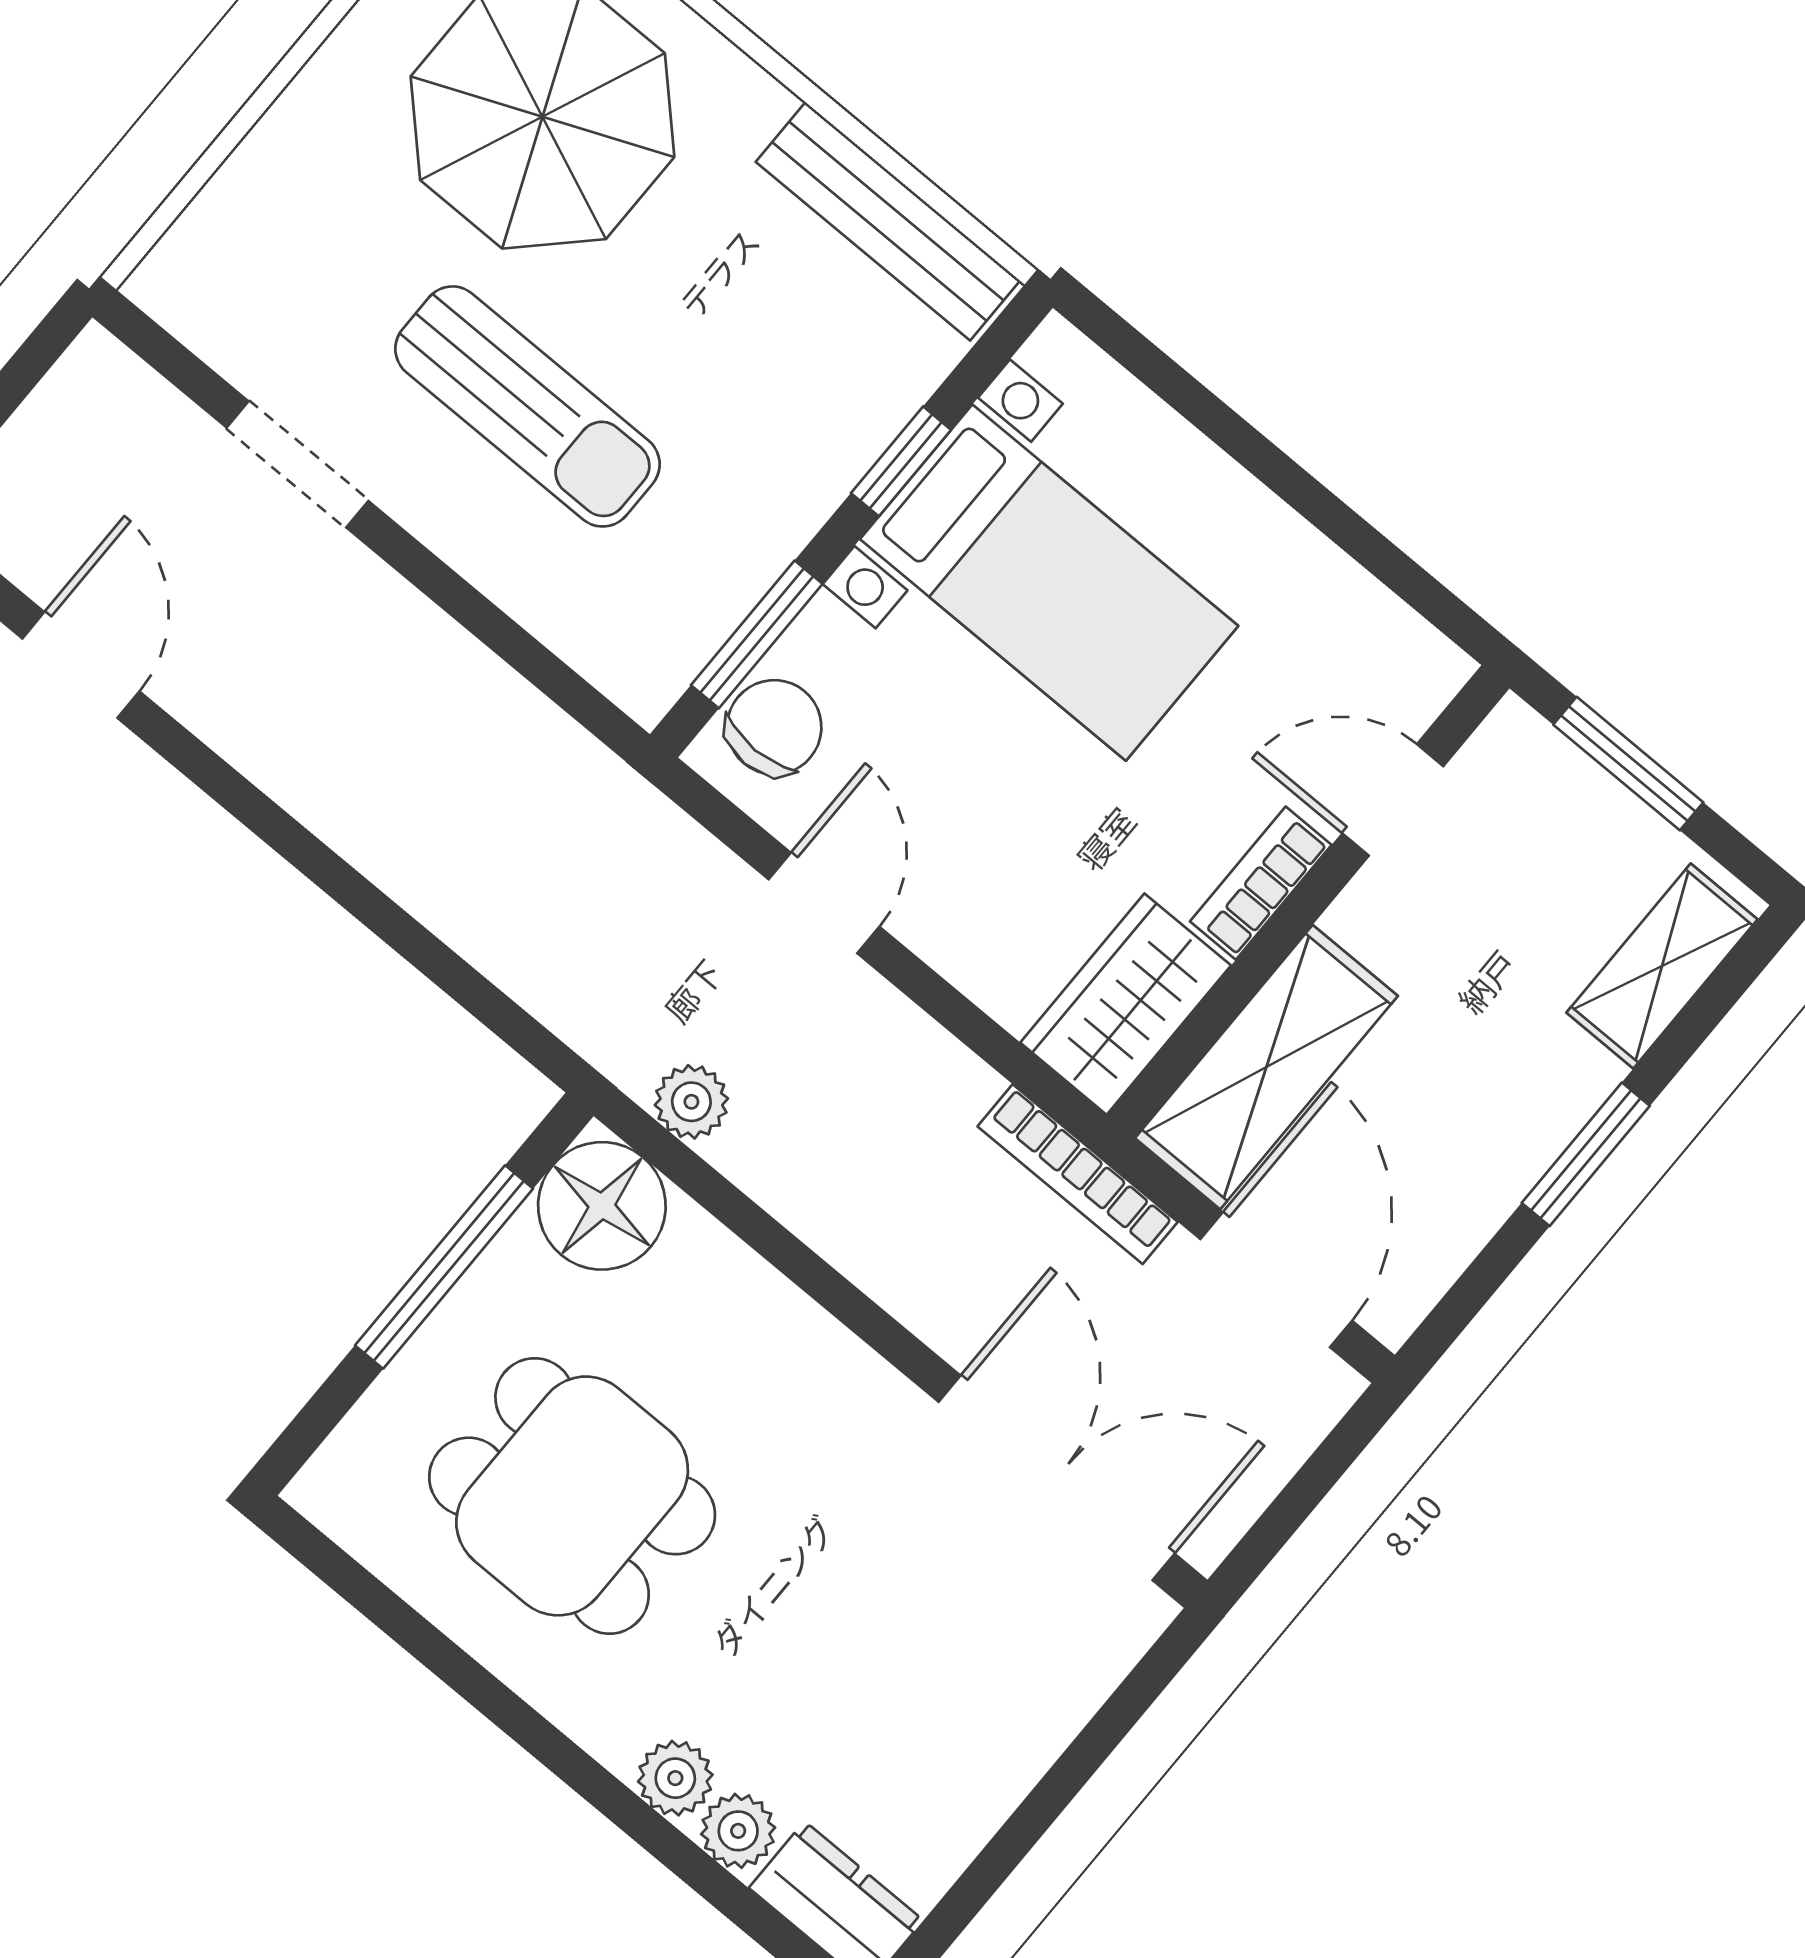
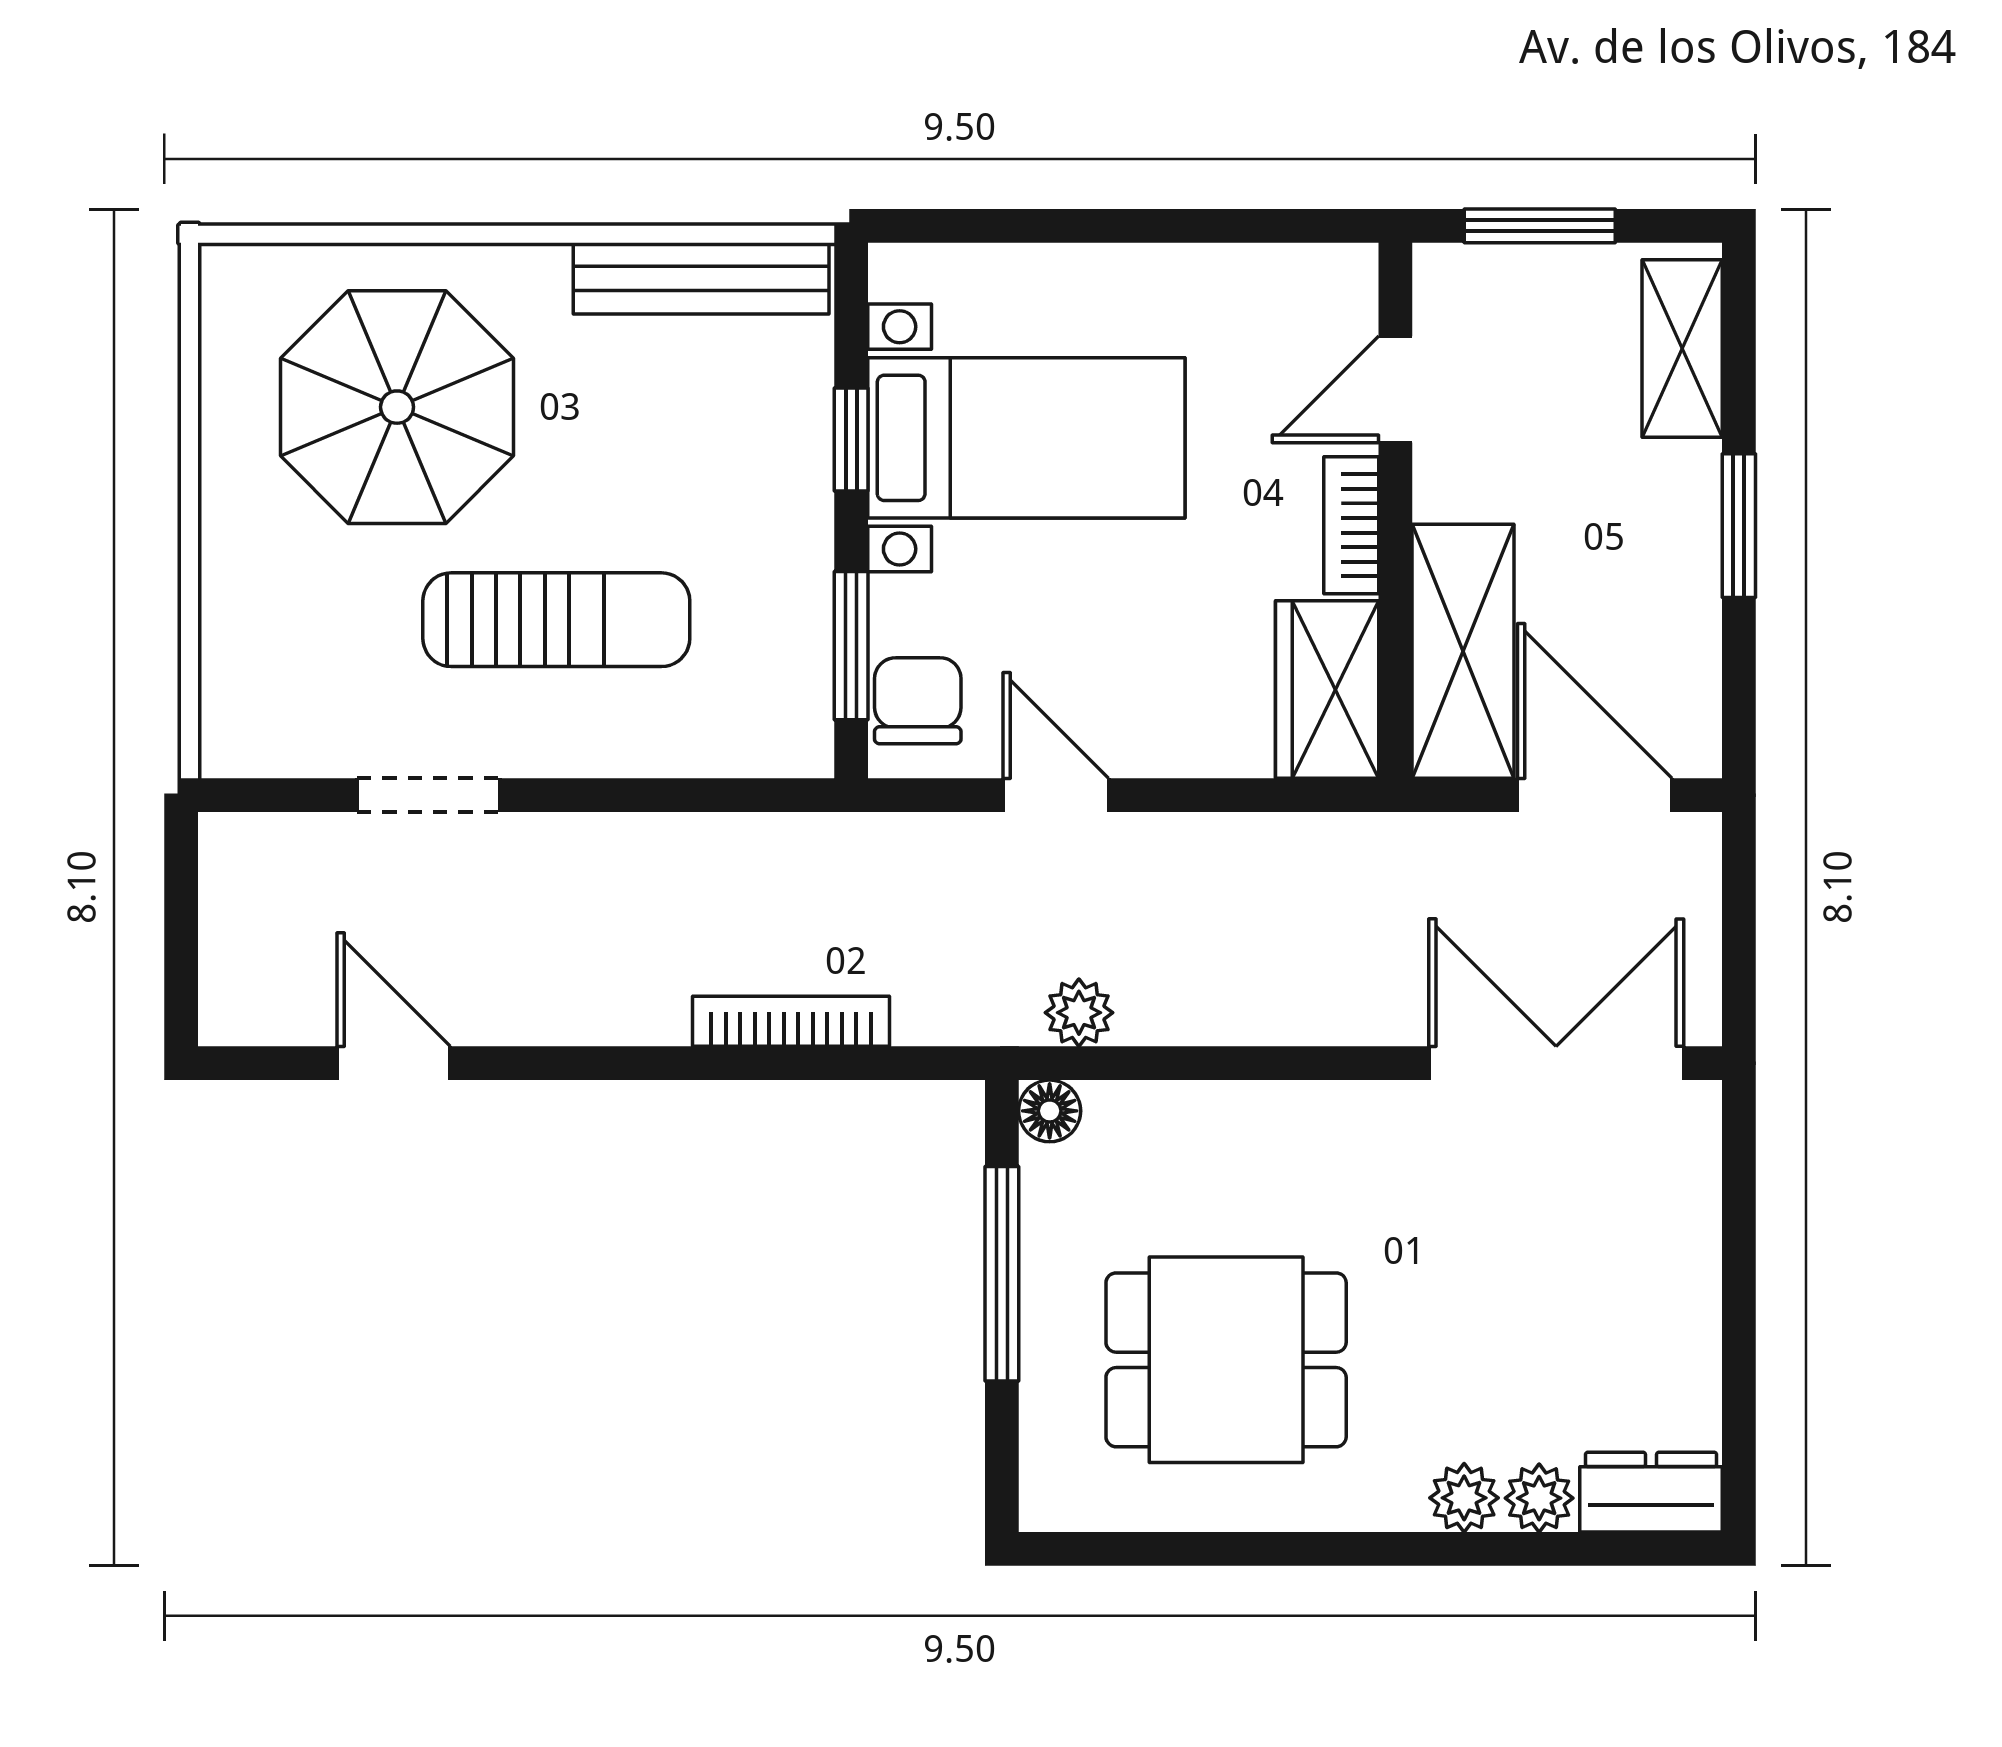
bookcase: (1078, 1174) -> (791, 1021), moved, turned 180
floor lamp: (602, 1206) -> (1050, 1111), width x0.53, depth x0.53

